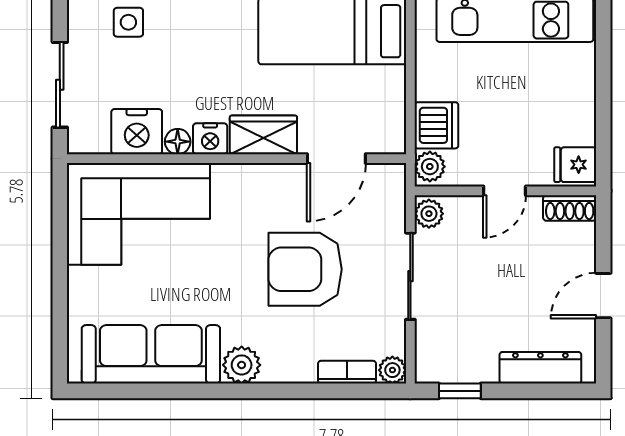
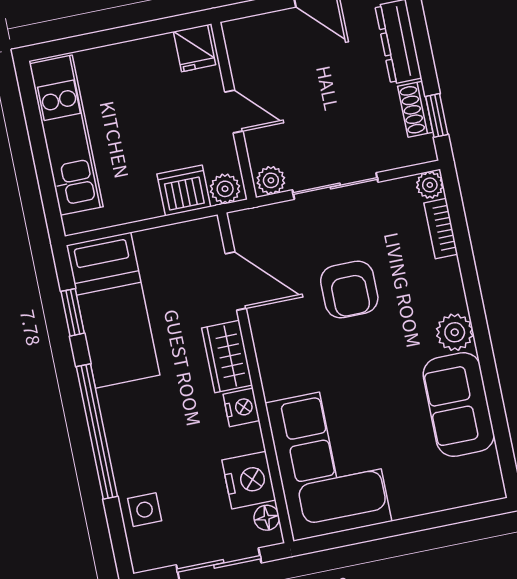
floor lamp: (178, 142) -> (267, 518), moved
shoe rack: (570, 208) -> (415, 109), moved, turned 180
armchair: (305, 269) -> (349, 290), width x0.73, depth x0.73
sofa: (151, 354) -> (459, 405), width x0.73

